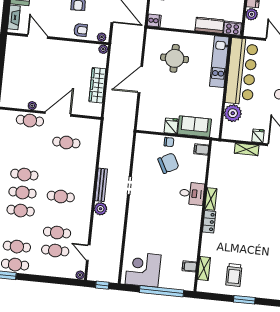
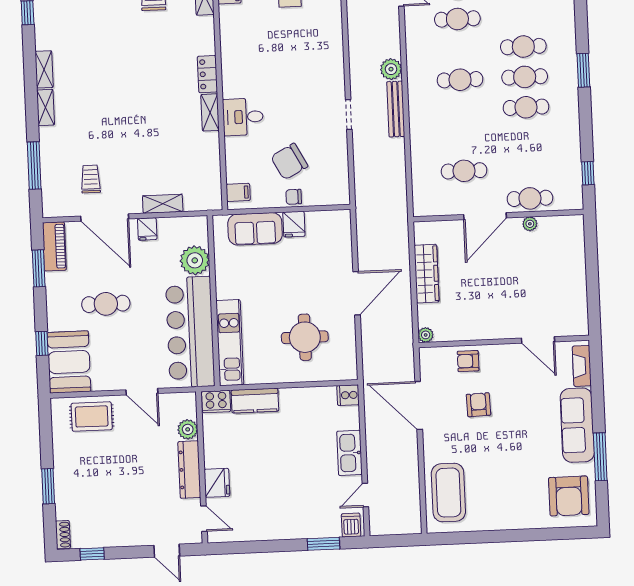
plant: (102, 37) -> (431, 354), removed

